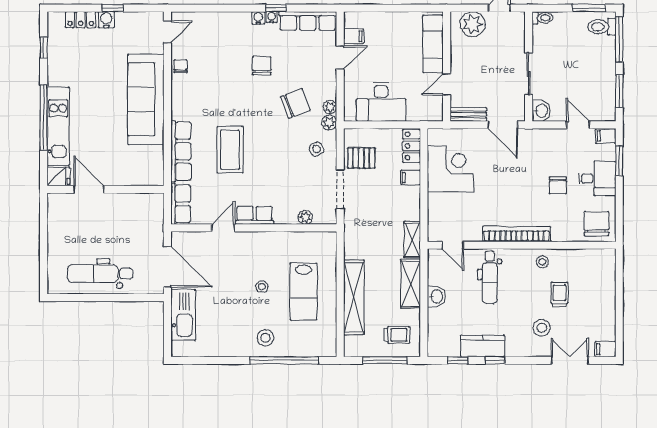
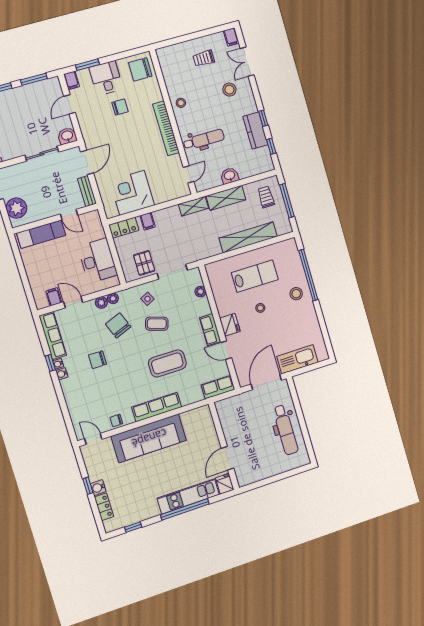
plant: (329, 123) -> (101, 303), moved
row of seats: (181, 151) -> (157, 407), moved
coffee table: (283, 151) -> (157, 324), added
fridge: (253, 242) -> (230, 325), added
trolley: (559, 295) -> (204, 58), moved

